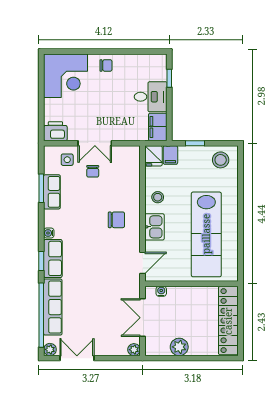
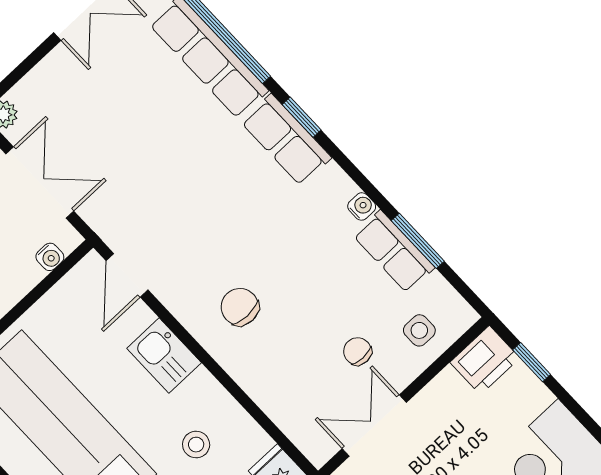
window: (41, 117) -> (532, 362), added
double door: (95, 143) -> (374, 426), moved
stool: (158, 197) -> (196, 445), moved
chair: (116, 220) -> (240, 307), turned 90
water cooler: (49, 233) -> (362, 206), moved

